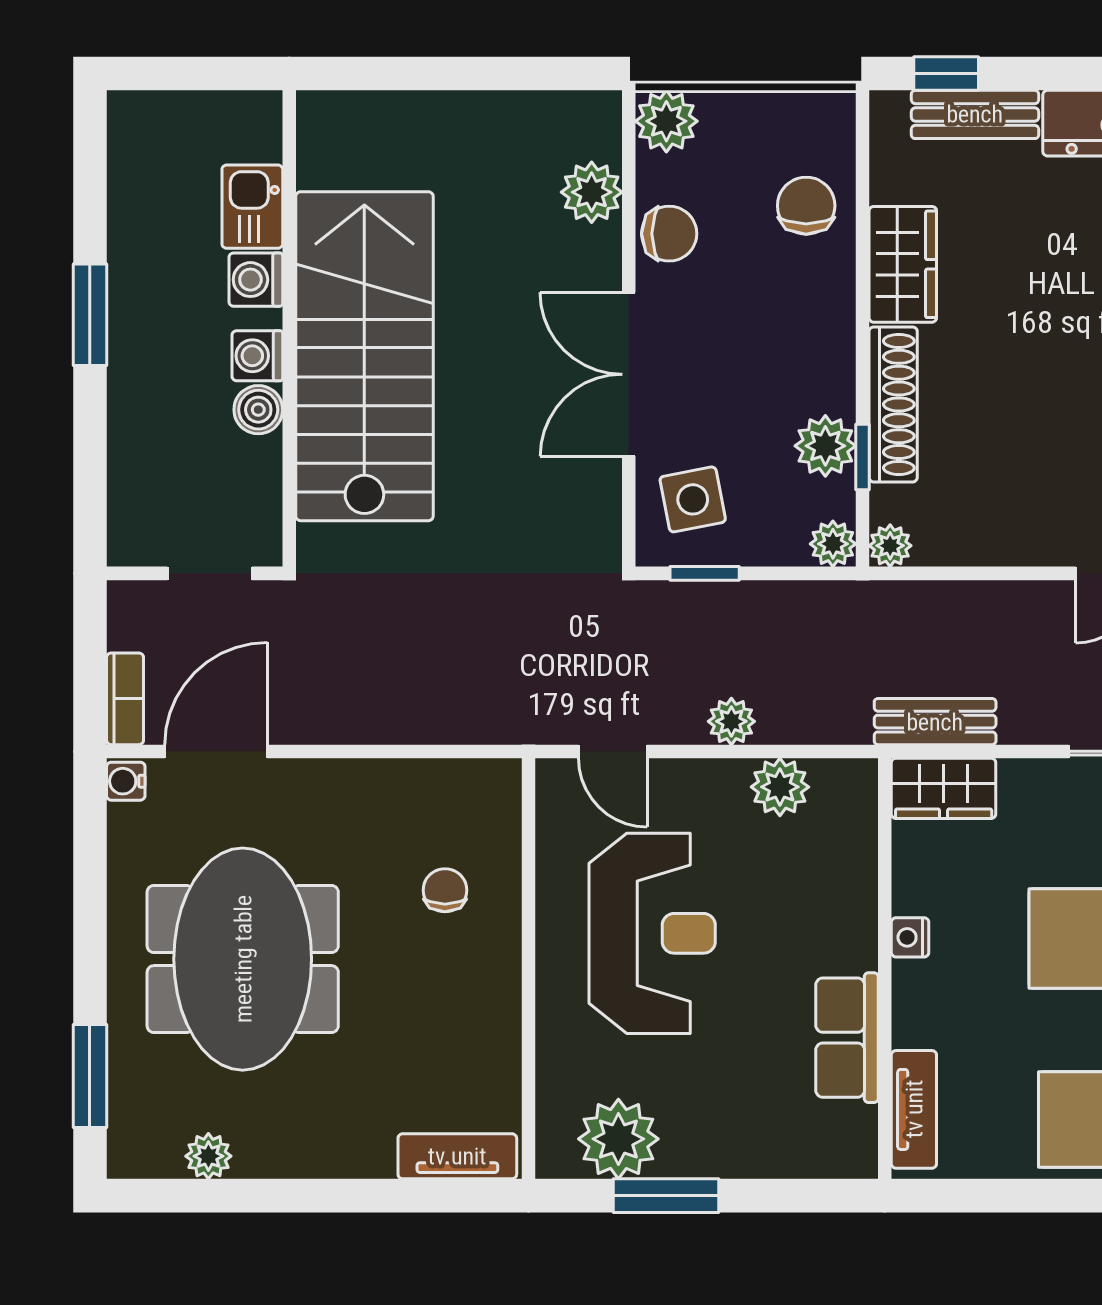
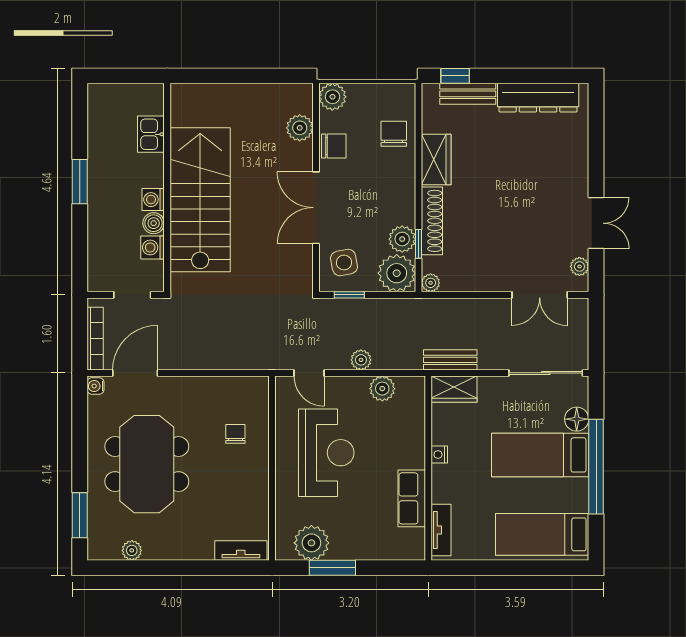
washing machine: (256, 280) -> (153, 247), moved
plant: (833, 544) -> (397, 273), width x1.87, depth x1.87
bookcase: (125, 699) -> (95, 339), width x1.56

